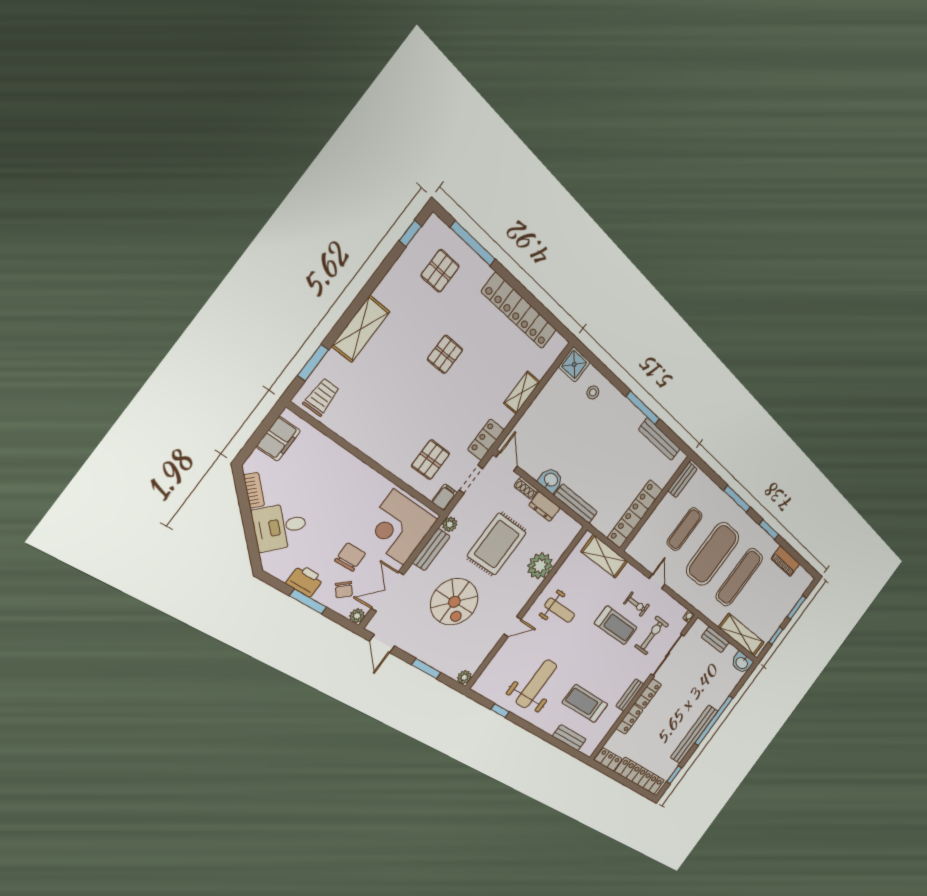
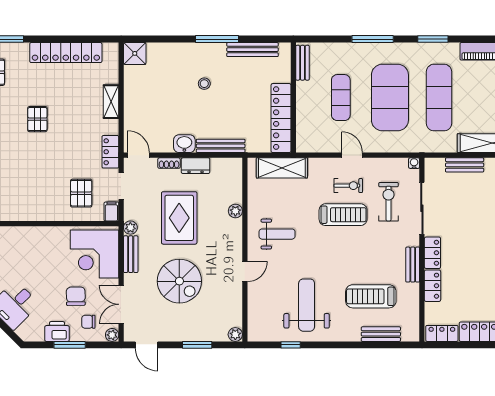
stool: (593, 392) -> (204, 84), moved
plant: (540, 566) -> (235, 211), width x0.53, depth x0.53
chair: (344, 590) -> (88, 322), turned 129

